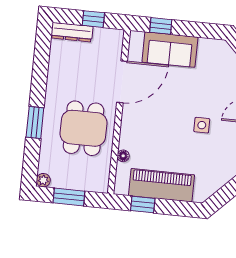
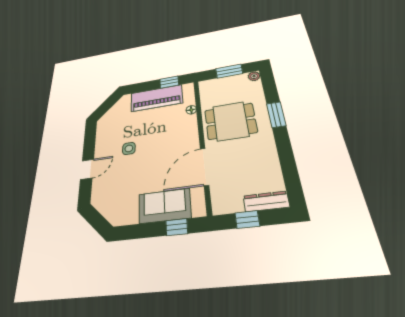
dining table: (84, 128) -> (230, 121), turned 90

